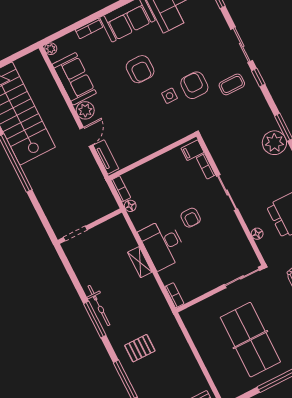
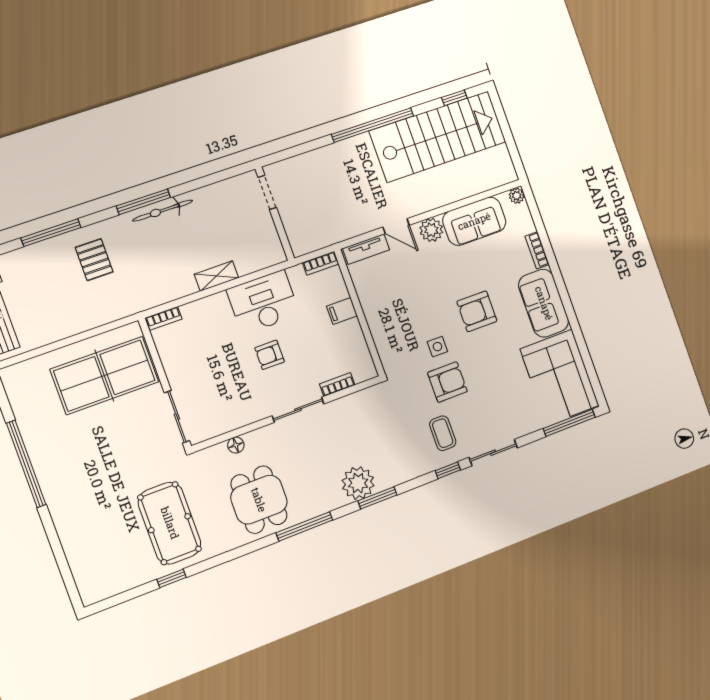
filing cabinet: (193, 150) -> (342, 311), moved, turned -90
floor lamp: (130, 206) -> (296, 273), removed
desk: (163, 244) -> (263, 302), moved
table tennis table: (250, 340) -> (104, 376), moved

